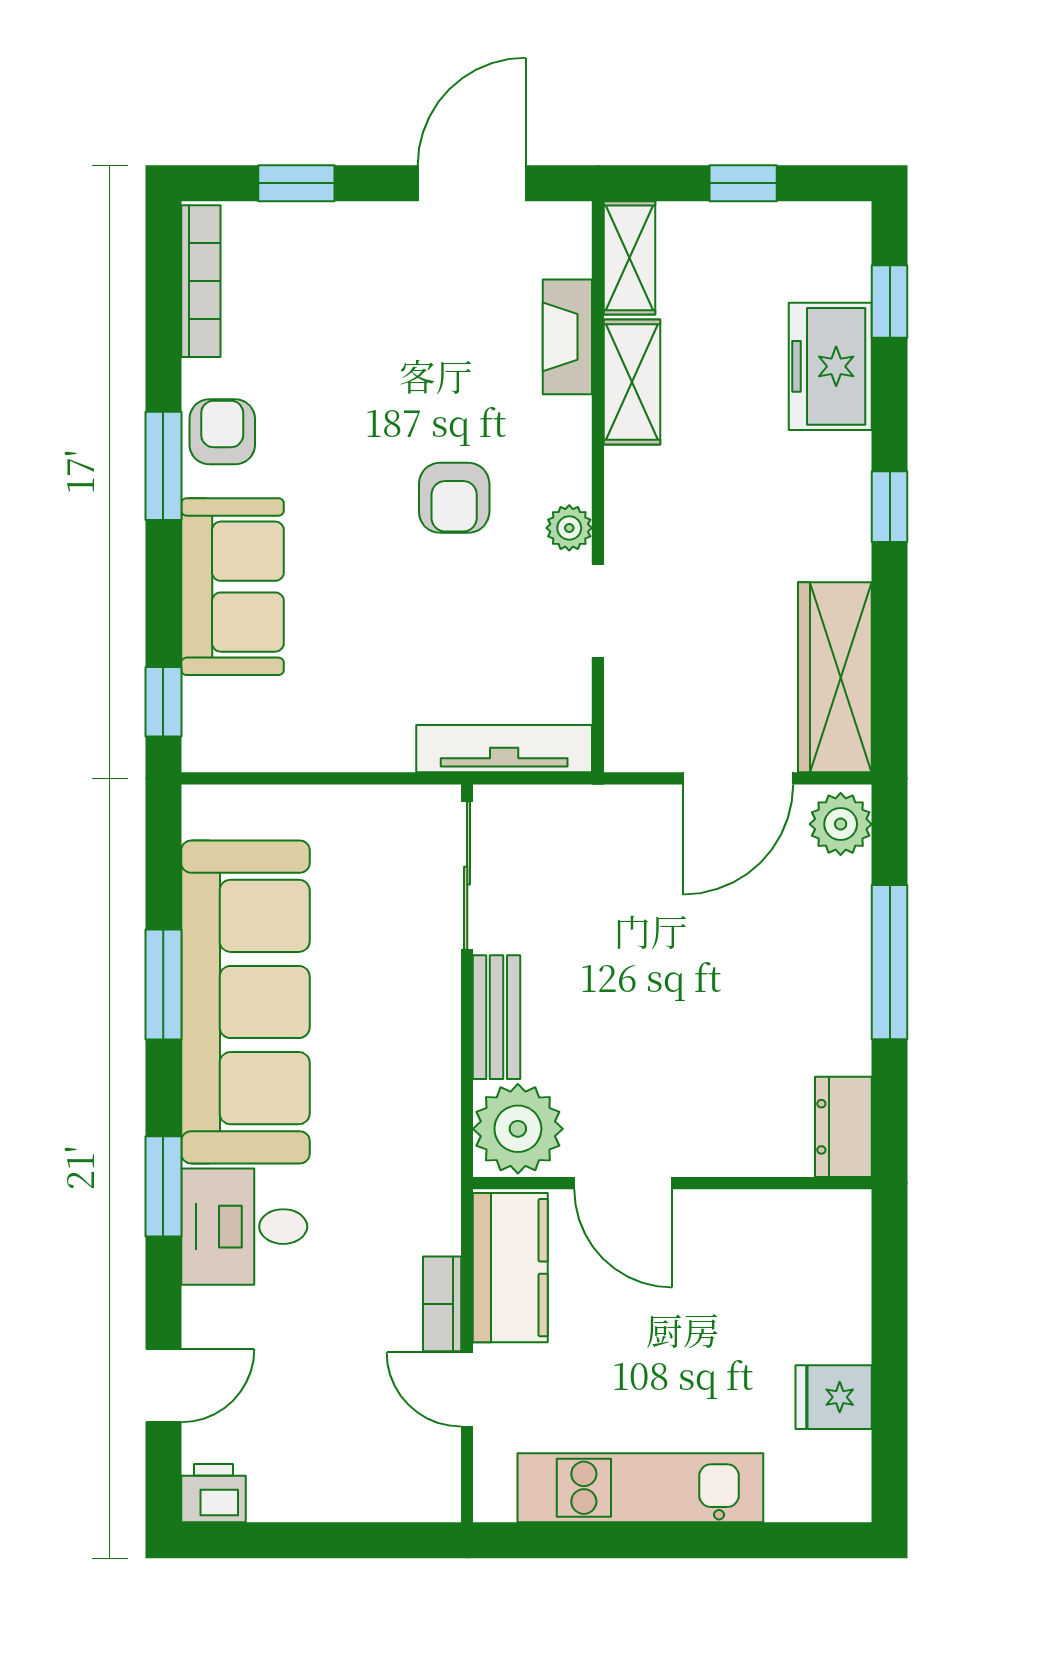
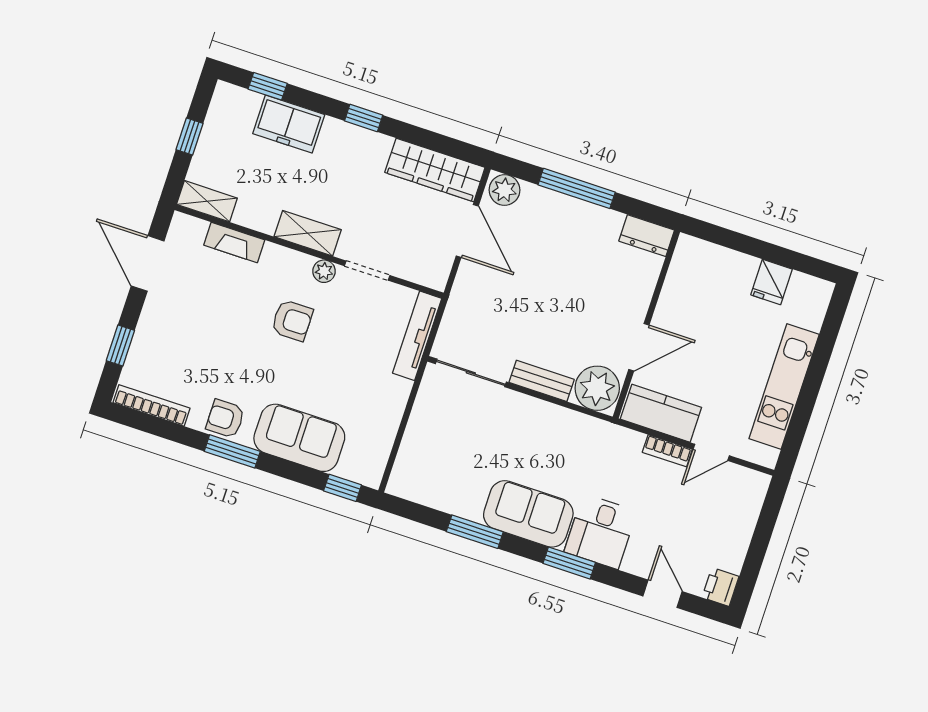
shelving: (632, 382) -> (308, 233), moved
sofa: (245, 1002) -> (528, 514), width x0.54, depth x0.79

